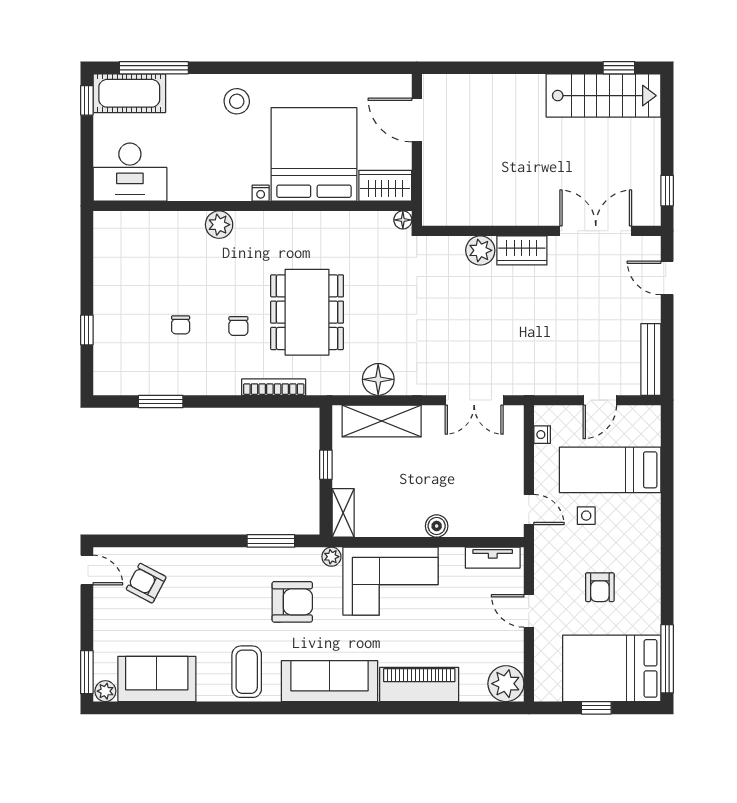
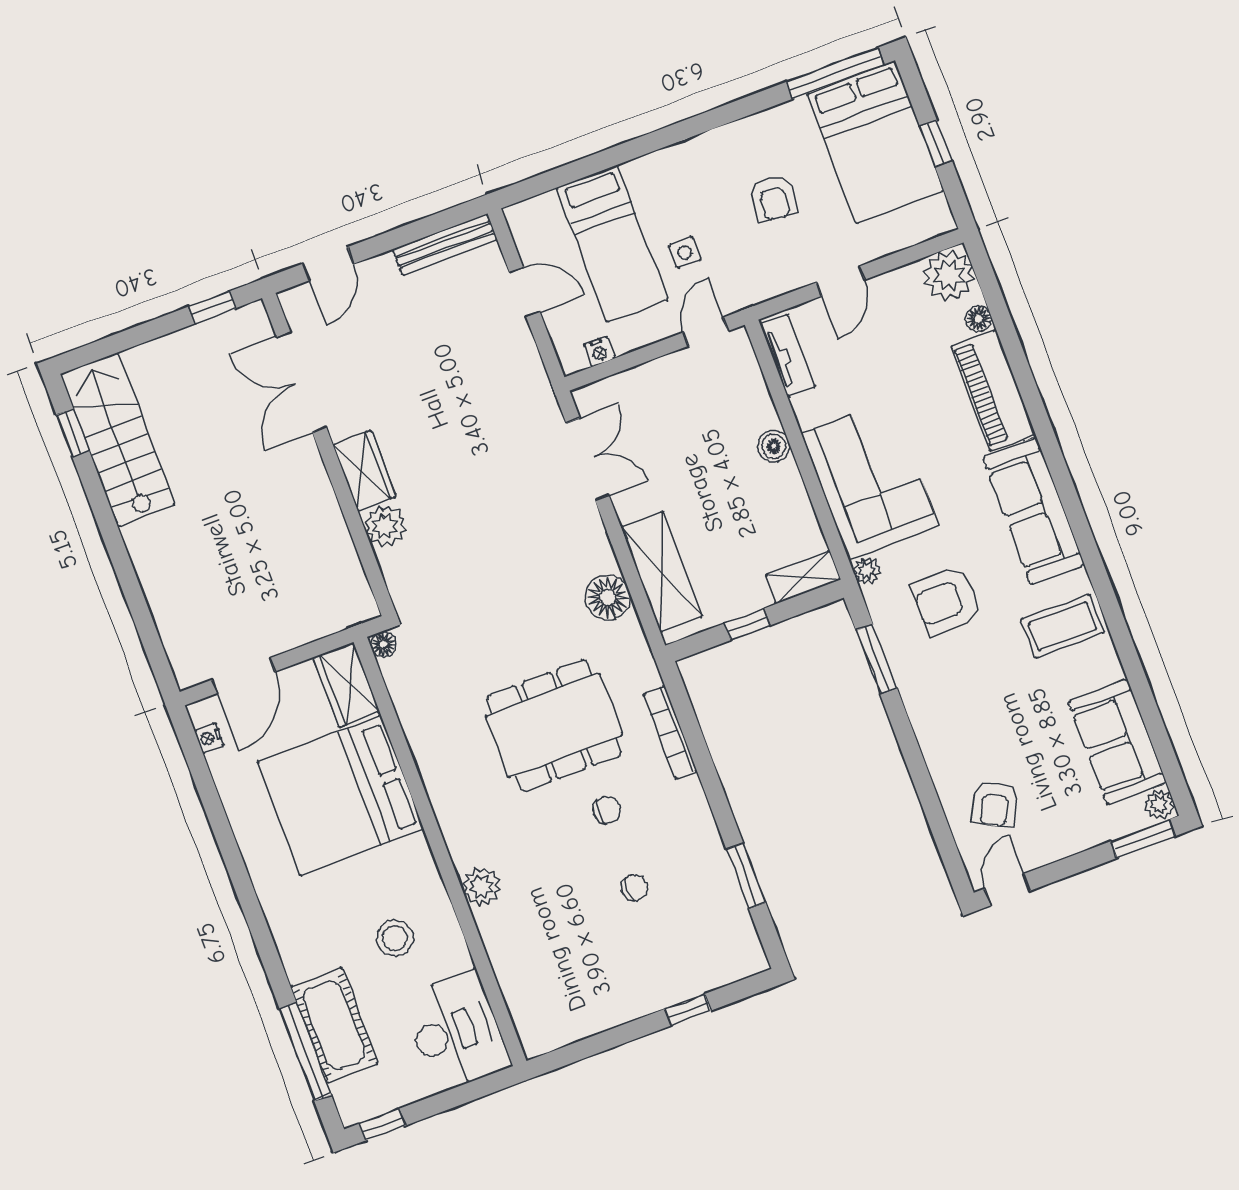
cot: (129, 93) -> (334, 1025), moved
stool: (237, 101) -> (395, 938), moved
nightstand: (261, 193) -> (209, 738), moved, turned 180
armchair: (600, 587) -> (773, 198), turned 98
armchair: (292, 602) -> (947, 600), turned -90
floor lamp: (470, 692) -> (978, 319), added

